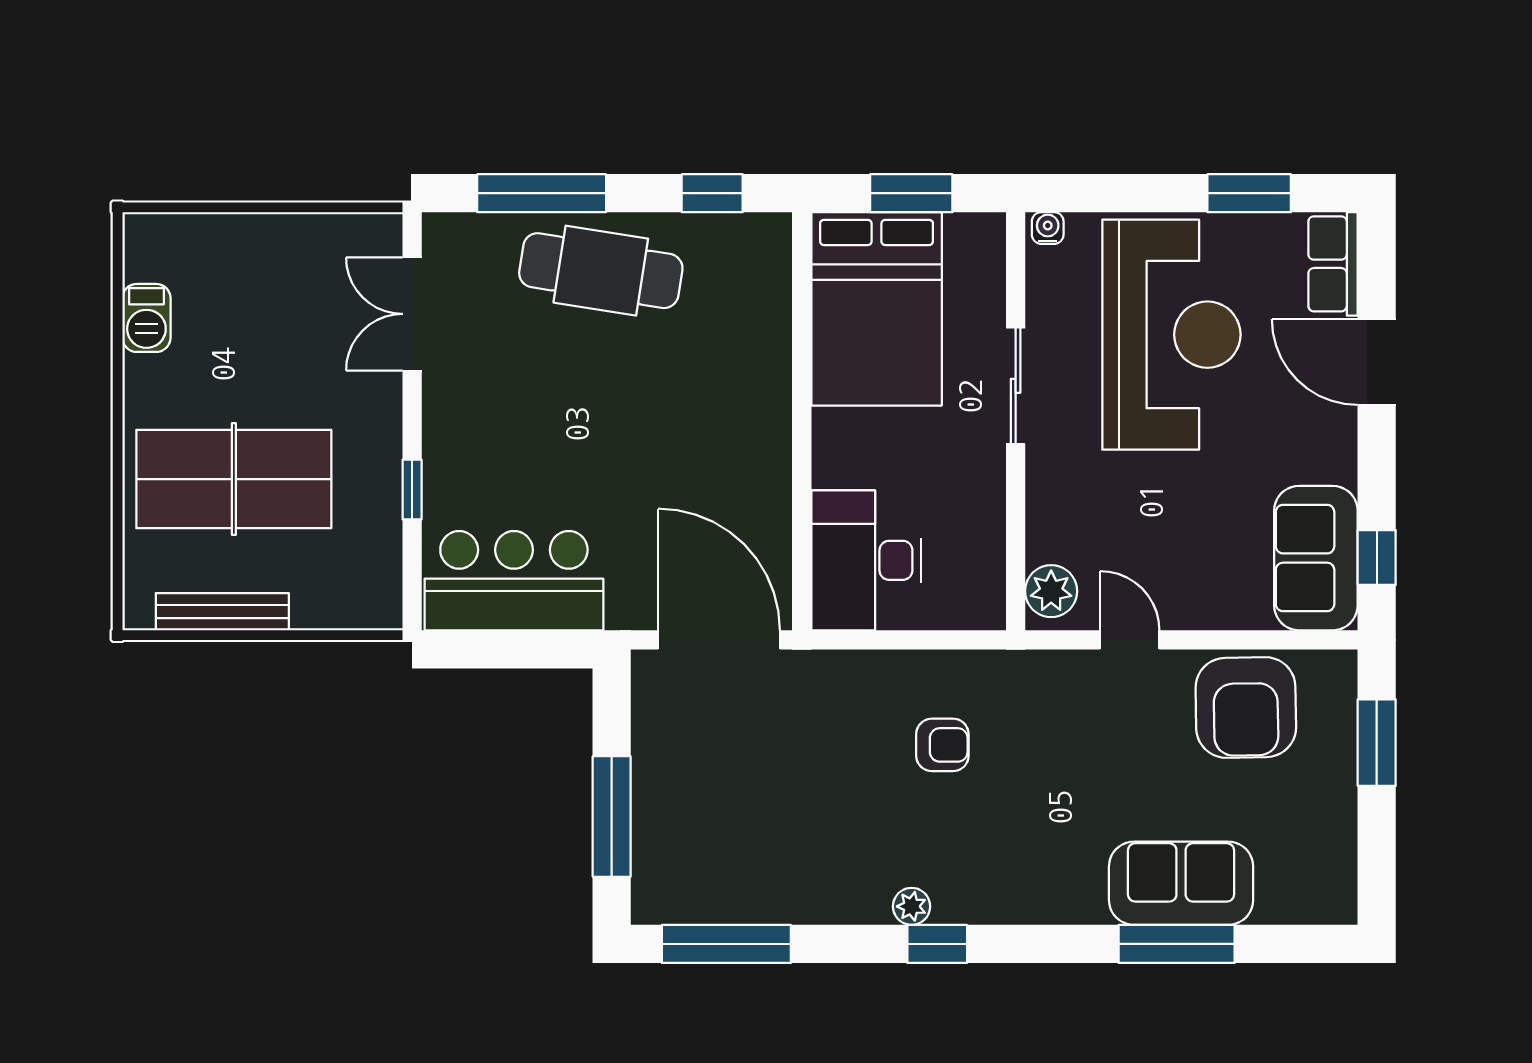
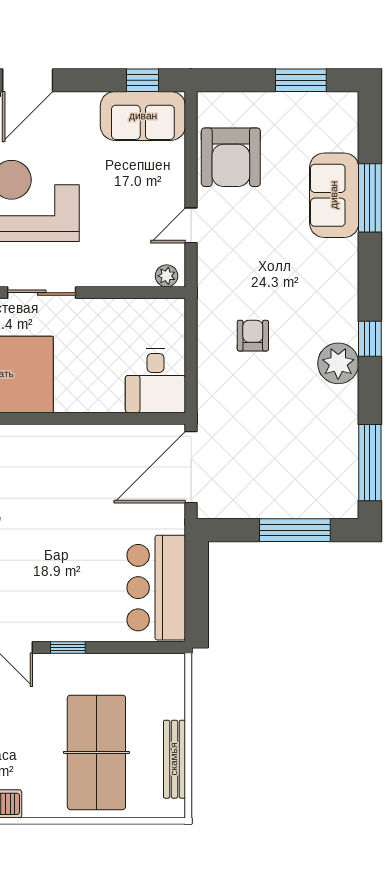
window: (412, 490) -> (68, 648), moved
desk: (866, 560) -> (155, 380), width x0.73
plant: (1051, 591) -> (167, 276), width x0.73, depth x0.73
armchair: (1246, 707) -> (231, 157), turned 91
window: (1377, 743) -> (301, 80), moved
plant: (912, 906) -> (338, 363), width x1.87, depth x1.87

